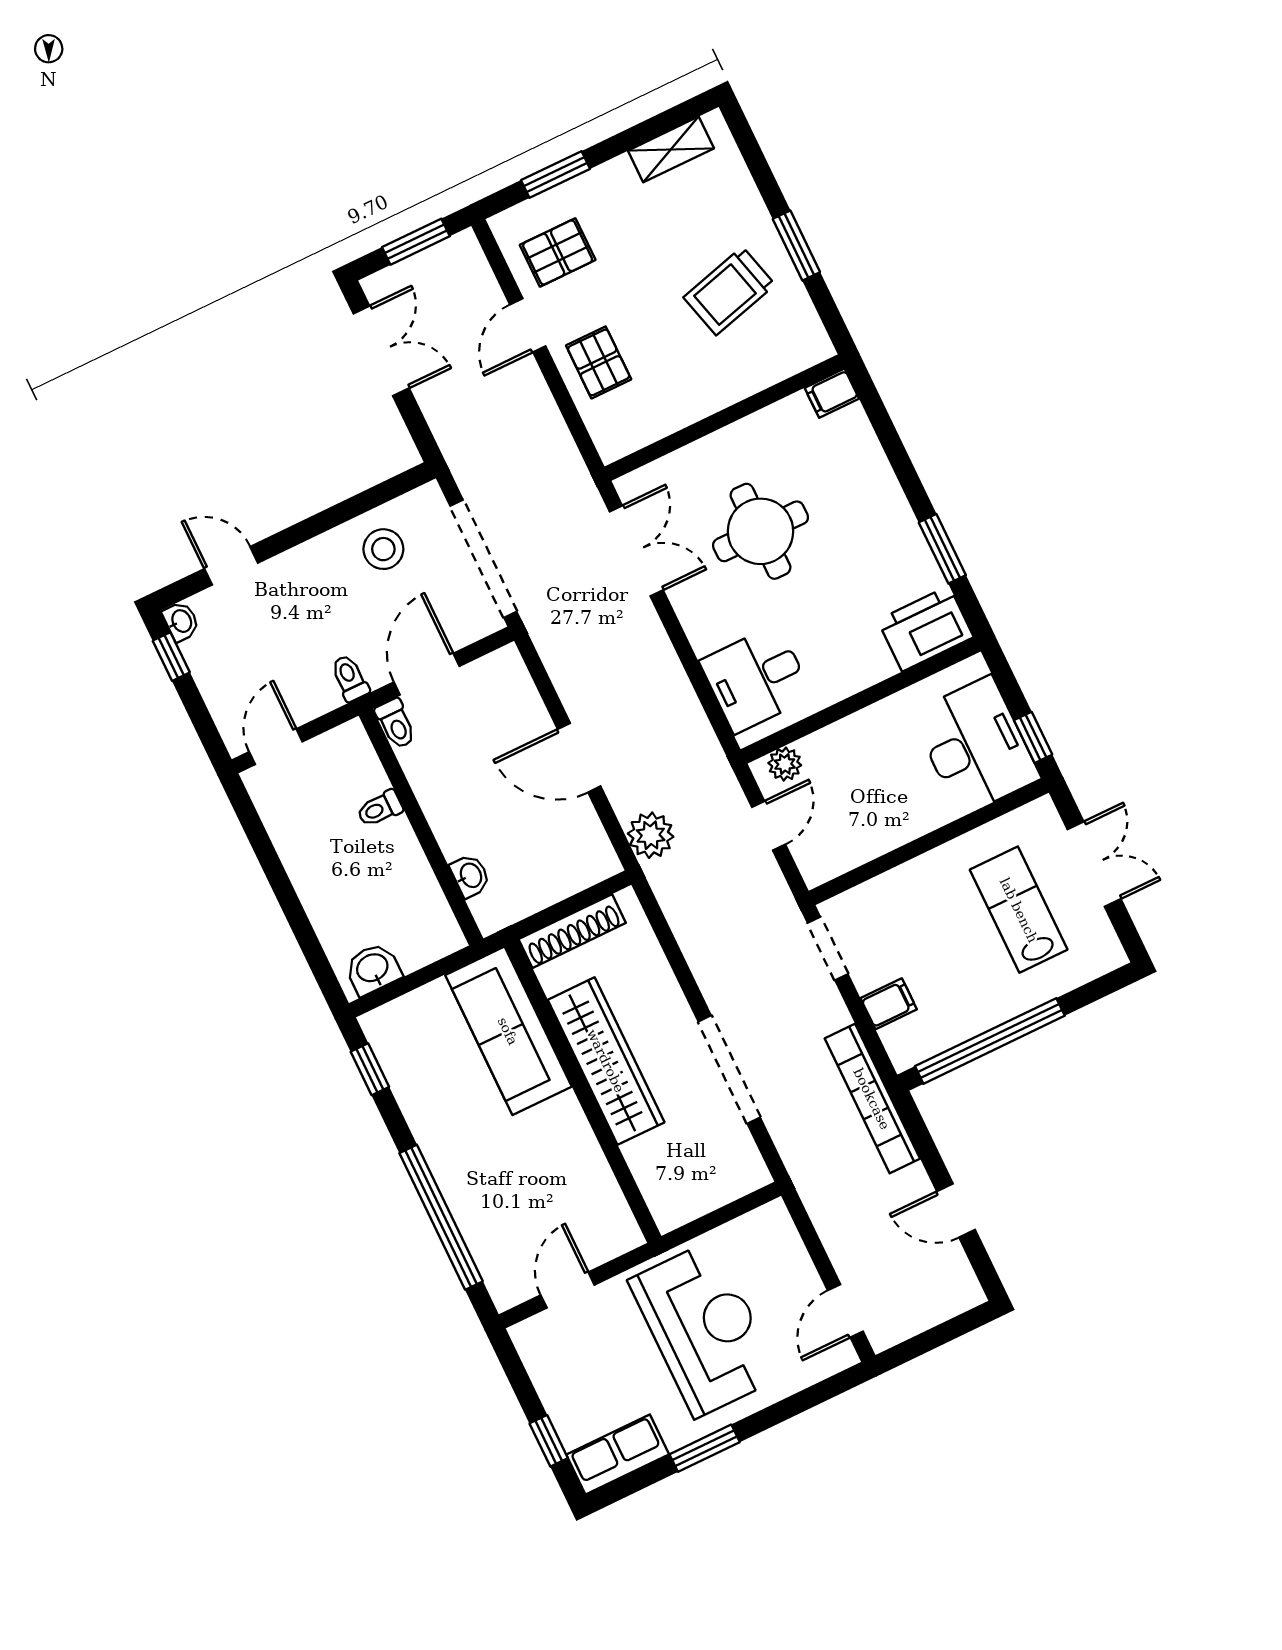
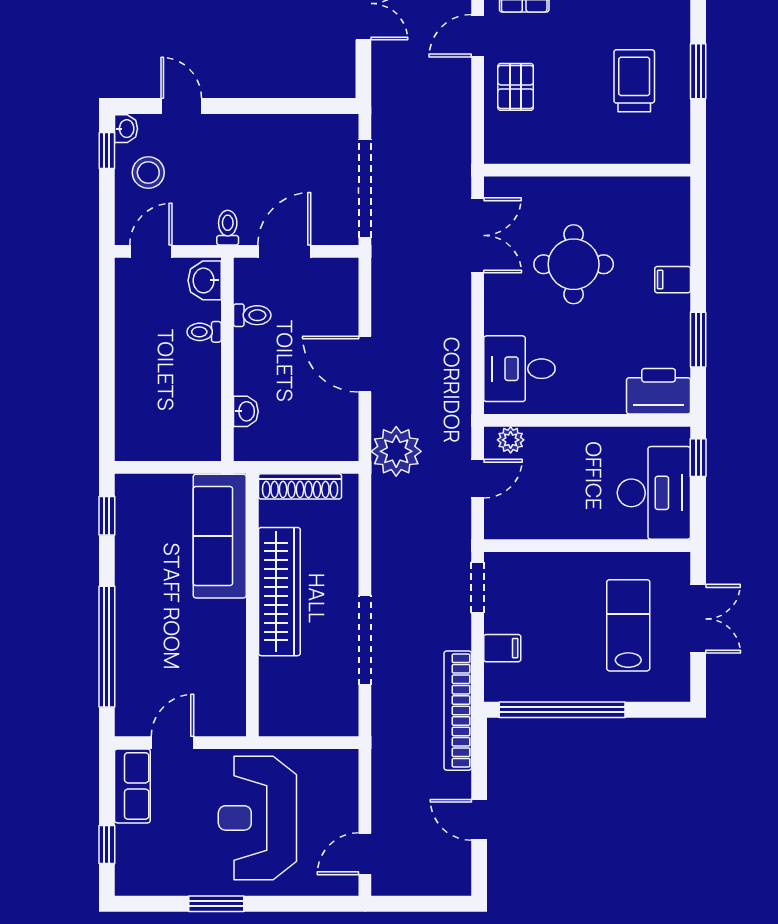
trolley: (729, 291) -> (634, 81), turned 105
filing cabinet: (832, 393) -> (673, 280), moved
stool: (383, 549) -> (148, 173), moved
toilet: (396, 724) -> (252, 315), moved, turned -90
window: (1033, 737) -> (698, 458), moved
plant: (651, 835) -> (396, 451), width x1.36, depth x1.36
washbasin: (373, 969) -> (205, 280), moved, turned -90
reception desk: (704, 1329) -> (257, 818), turned 180
row of seats: (618, 1454) -> (132, 786), moved, turned 90

